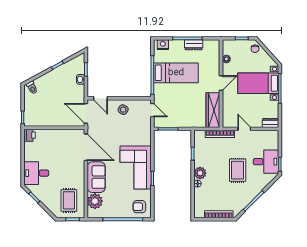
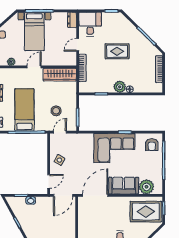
door: (221, 83) -> (34, 67), hinge flipped
stool: (175, 106) -> (56, 111), added
desk: (266, 162) -> (90, 24), moved
rug: (69, 200) -> (146, 212), width x1.36, depth x1.43

